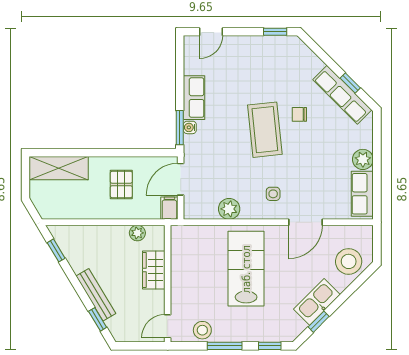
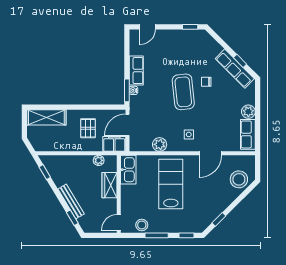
filing cabinet: (169, 208) -> (114, 144), width x2.00
kitchen sink: (317, 302) -> (128, 170), moved, turned 135

